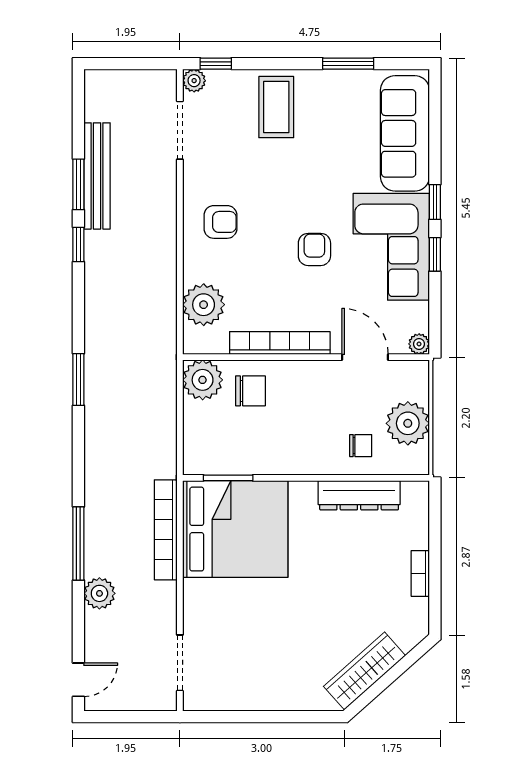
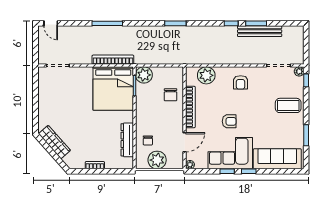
plant: (203, 380) -> (144, 75), moved
plant: (99, 593) -> (87, 32), removed

